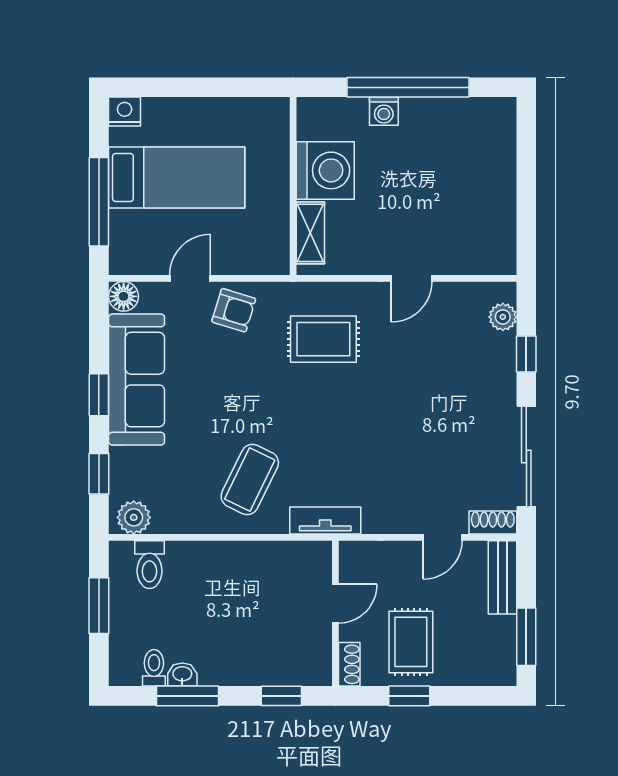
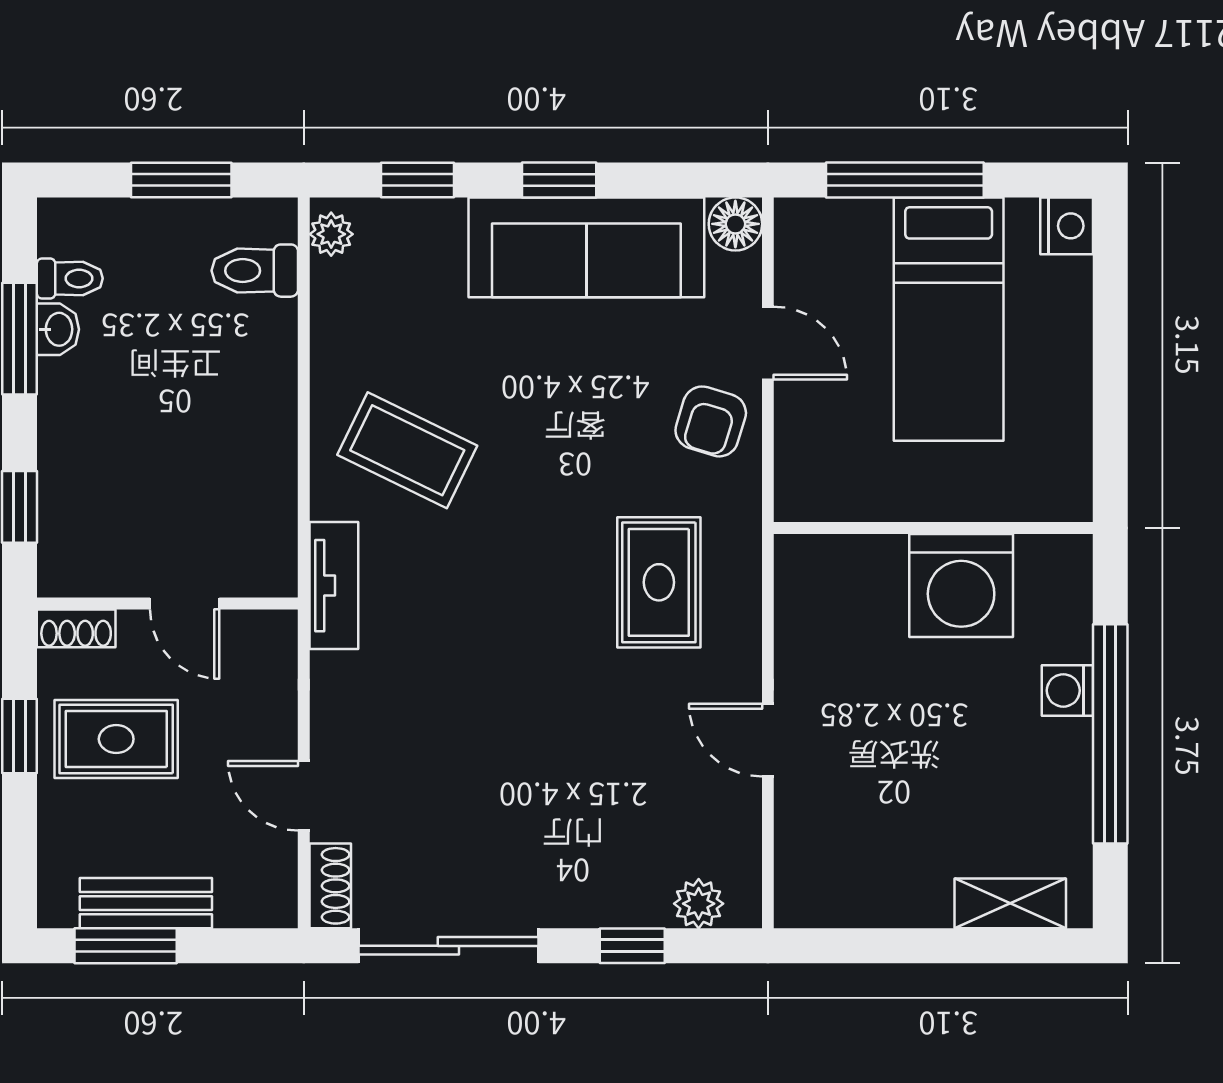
shelving: (310, 233) -> (1010, 903), moved
plant: (134, 517) -> (331, 234), width x0.73, depth x0.73
bench: (502, 577) -> (146, 903), moved

